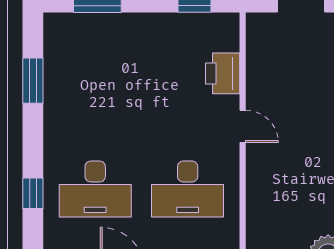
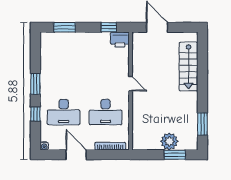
printer: (223, 73) -> (120, 40), moved, turned -90
window: (33, 81) -> (35, 84), moved

